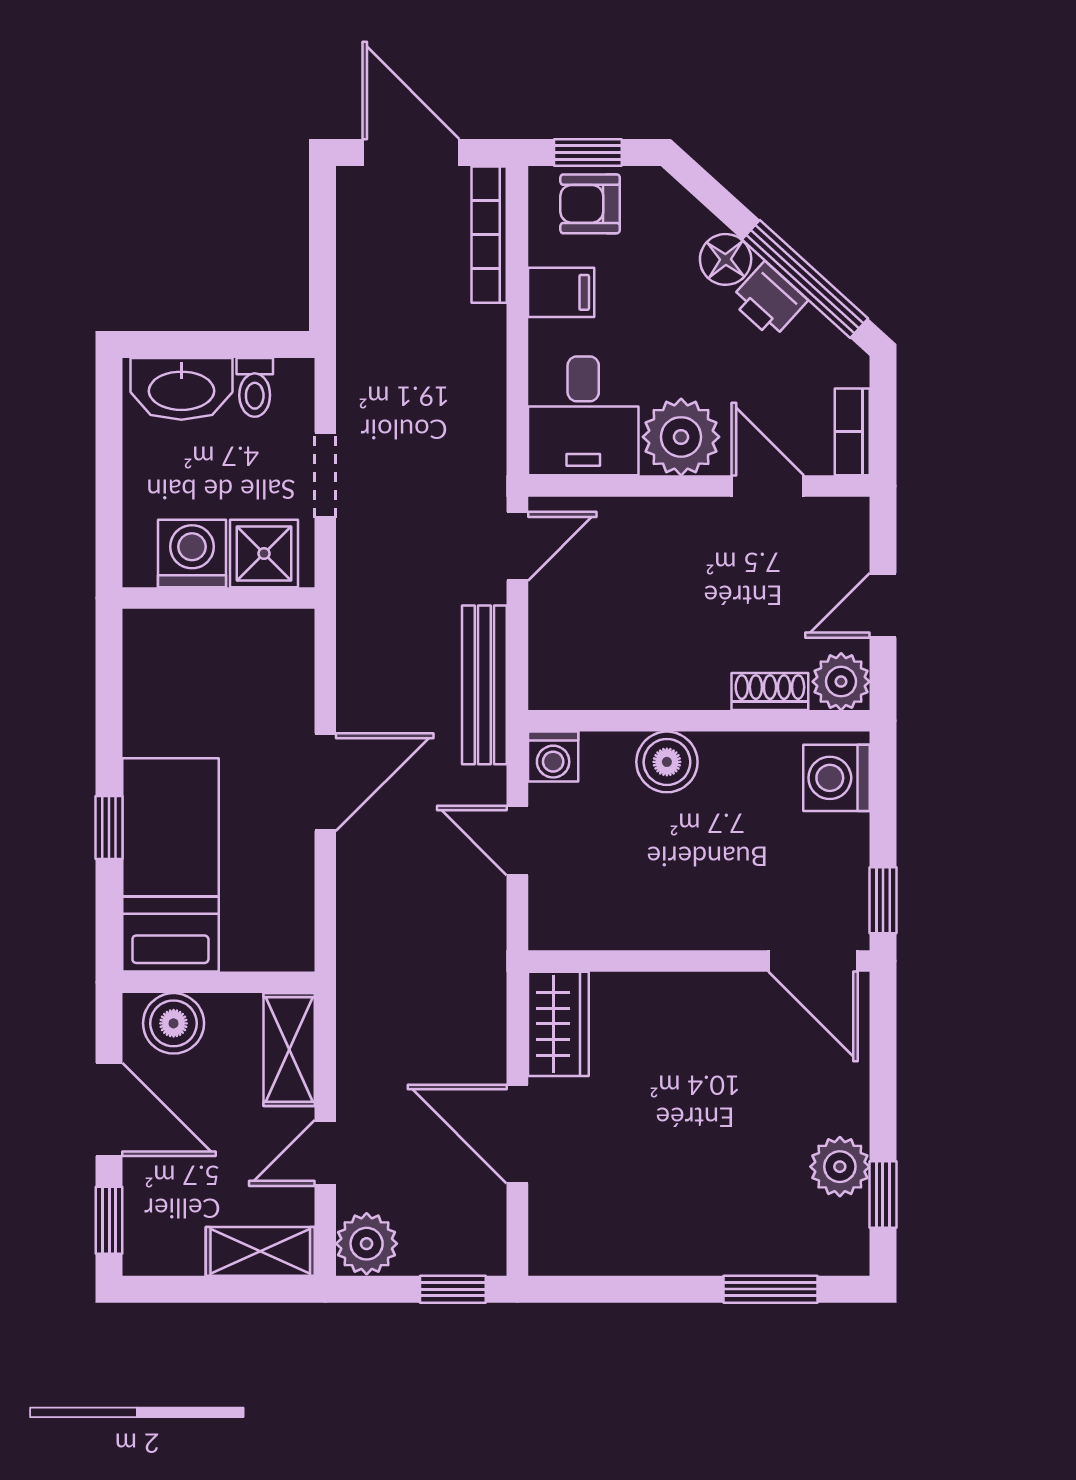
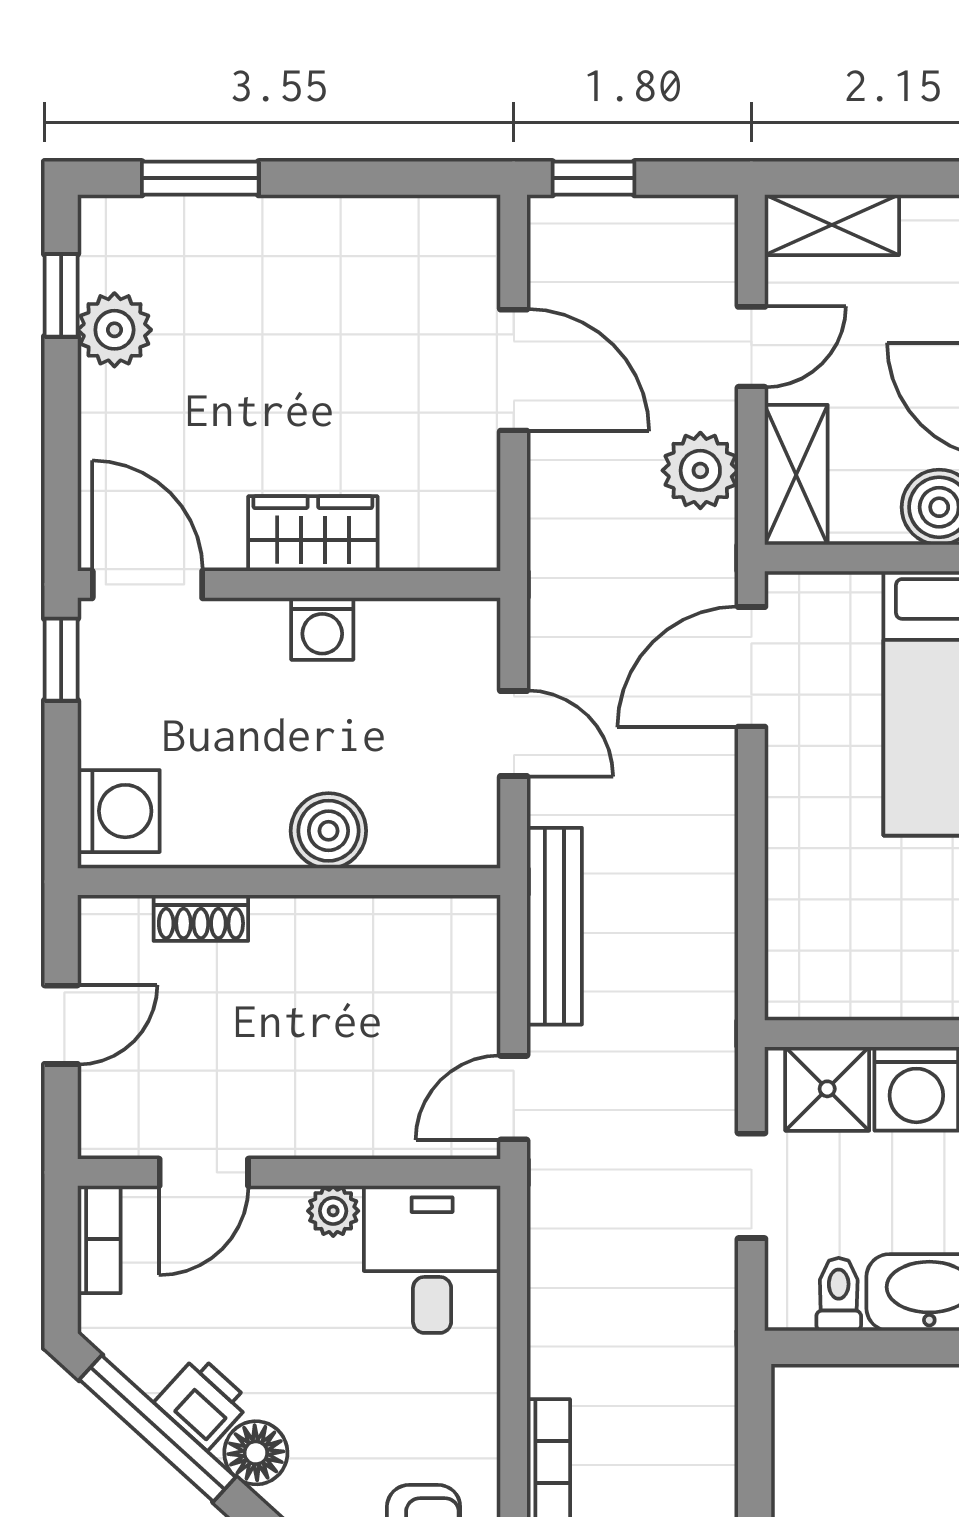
filing cabinet: (561, 292) -> (460, 1412), removed
plant: (681, 437) -> (333, 1211), width x0.53, depth x0.53
door: (768, 486) -> (204, 1172), hinge flipped
plant: (841, 682) -> (113, 930), removed
washing machine: (553, 757) -> (322, 629), moved, turned 180
door: (325, 782) -> (751, 667), moved
wardrobe: (558, 1024) -> (313, 534), moved, turned 90
plant: (367, 1244) -> (700, 470), moved

